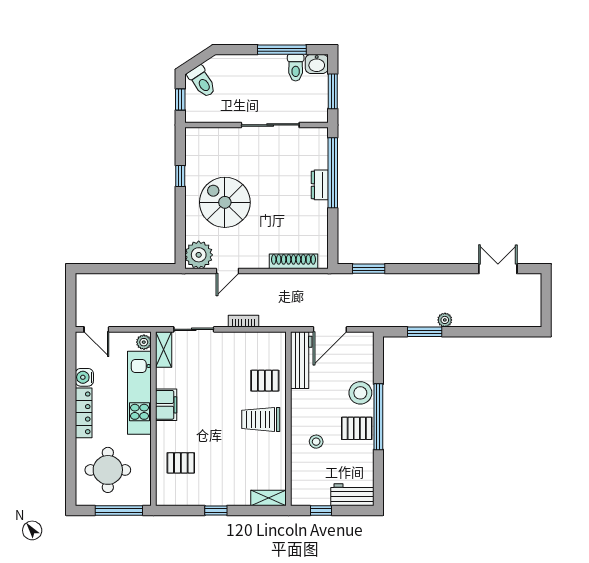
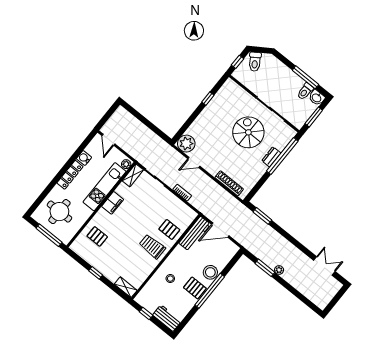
spiral stairs: (225, 202) -> (248, 132), moved

